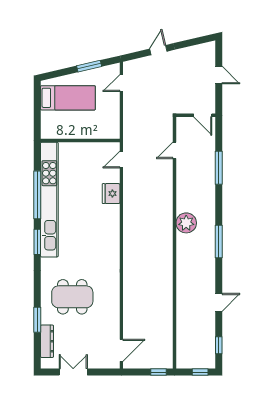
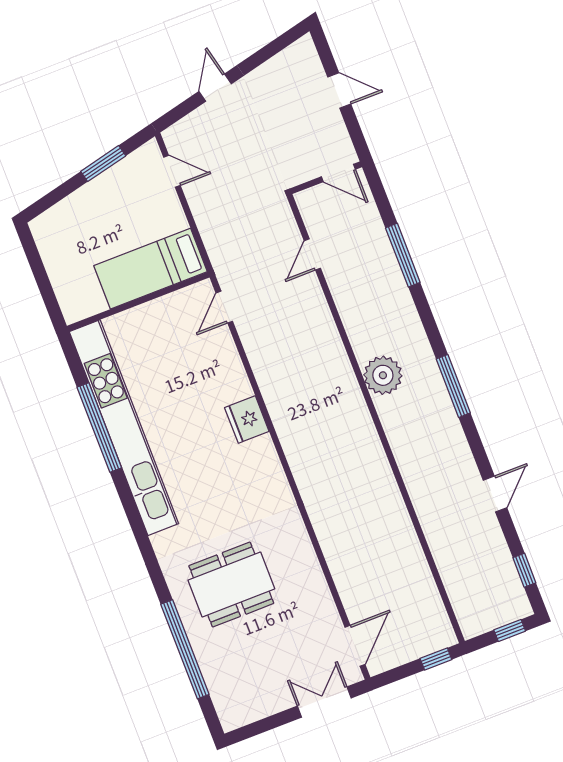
door: (121, 83) -> (172, 171), swing flipped
bed: (68, 98) -> (151, 269), moved, turned 180
fridge: (111, 194) -> (247, 420), moved
window: (37, 242) -> (131, 511), removed
window: (37, 320) -> (185, 649), width x2.11
dresser: (47, 341) -> (217, 681), removed
double door: (73, 372) -> (324, 702), moved

